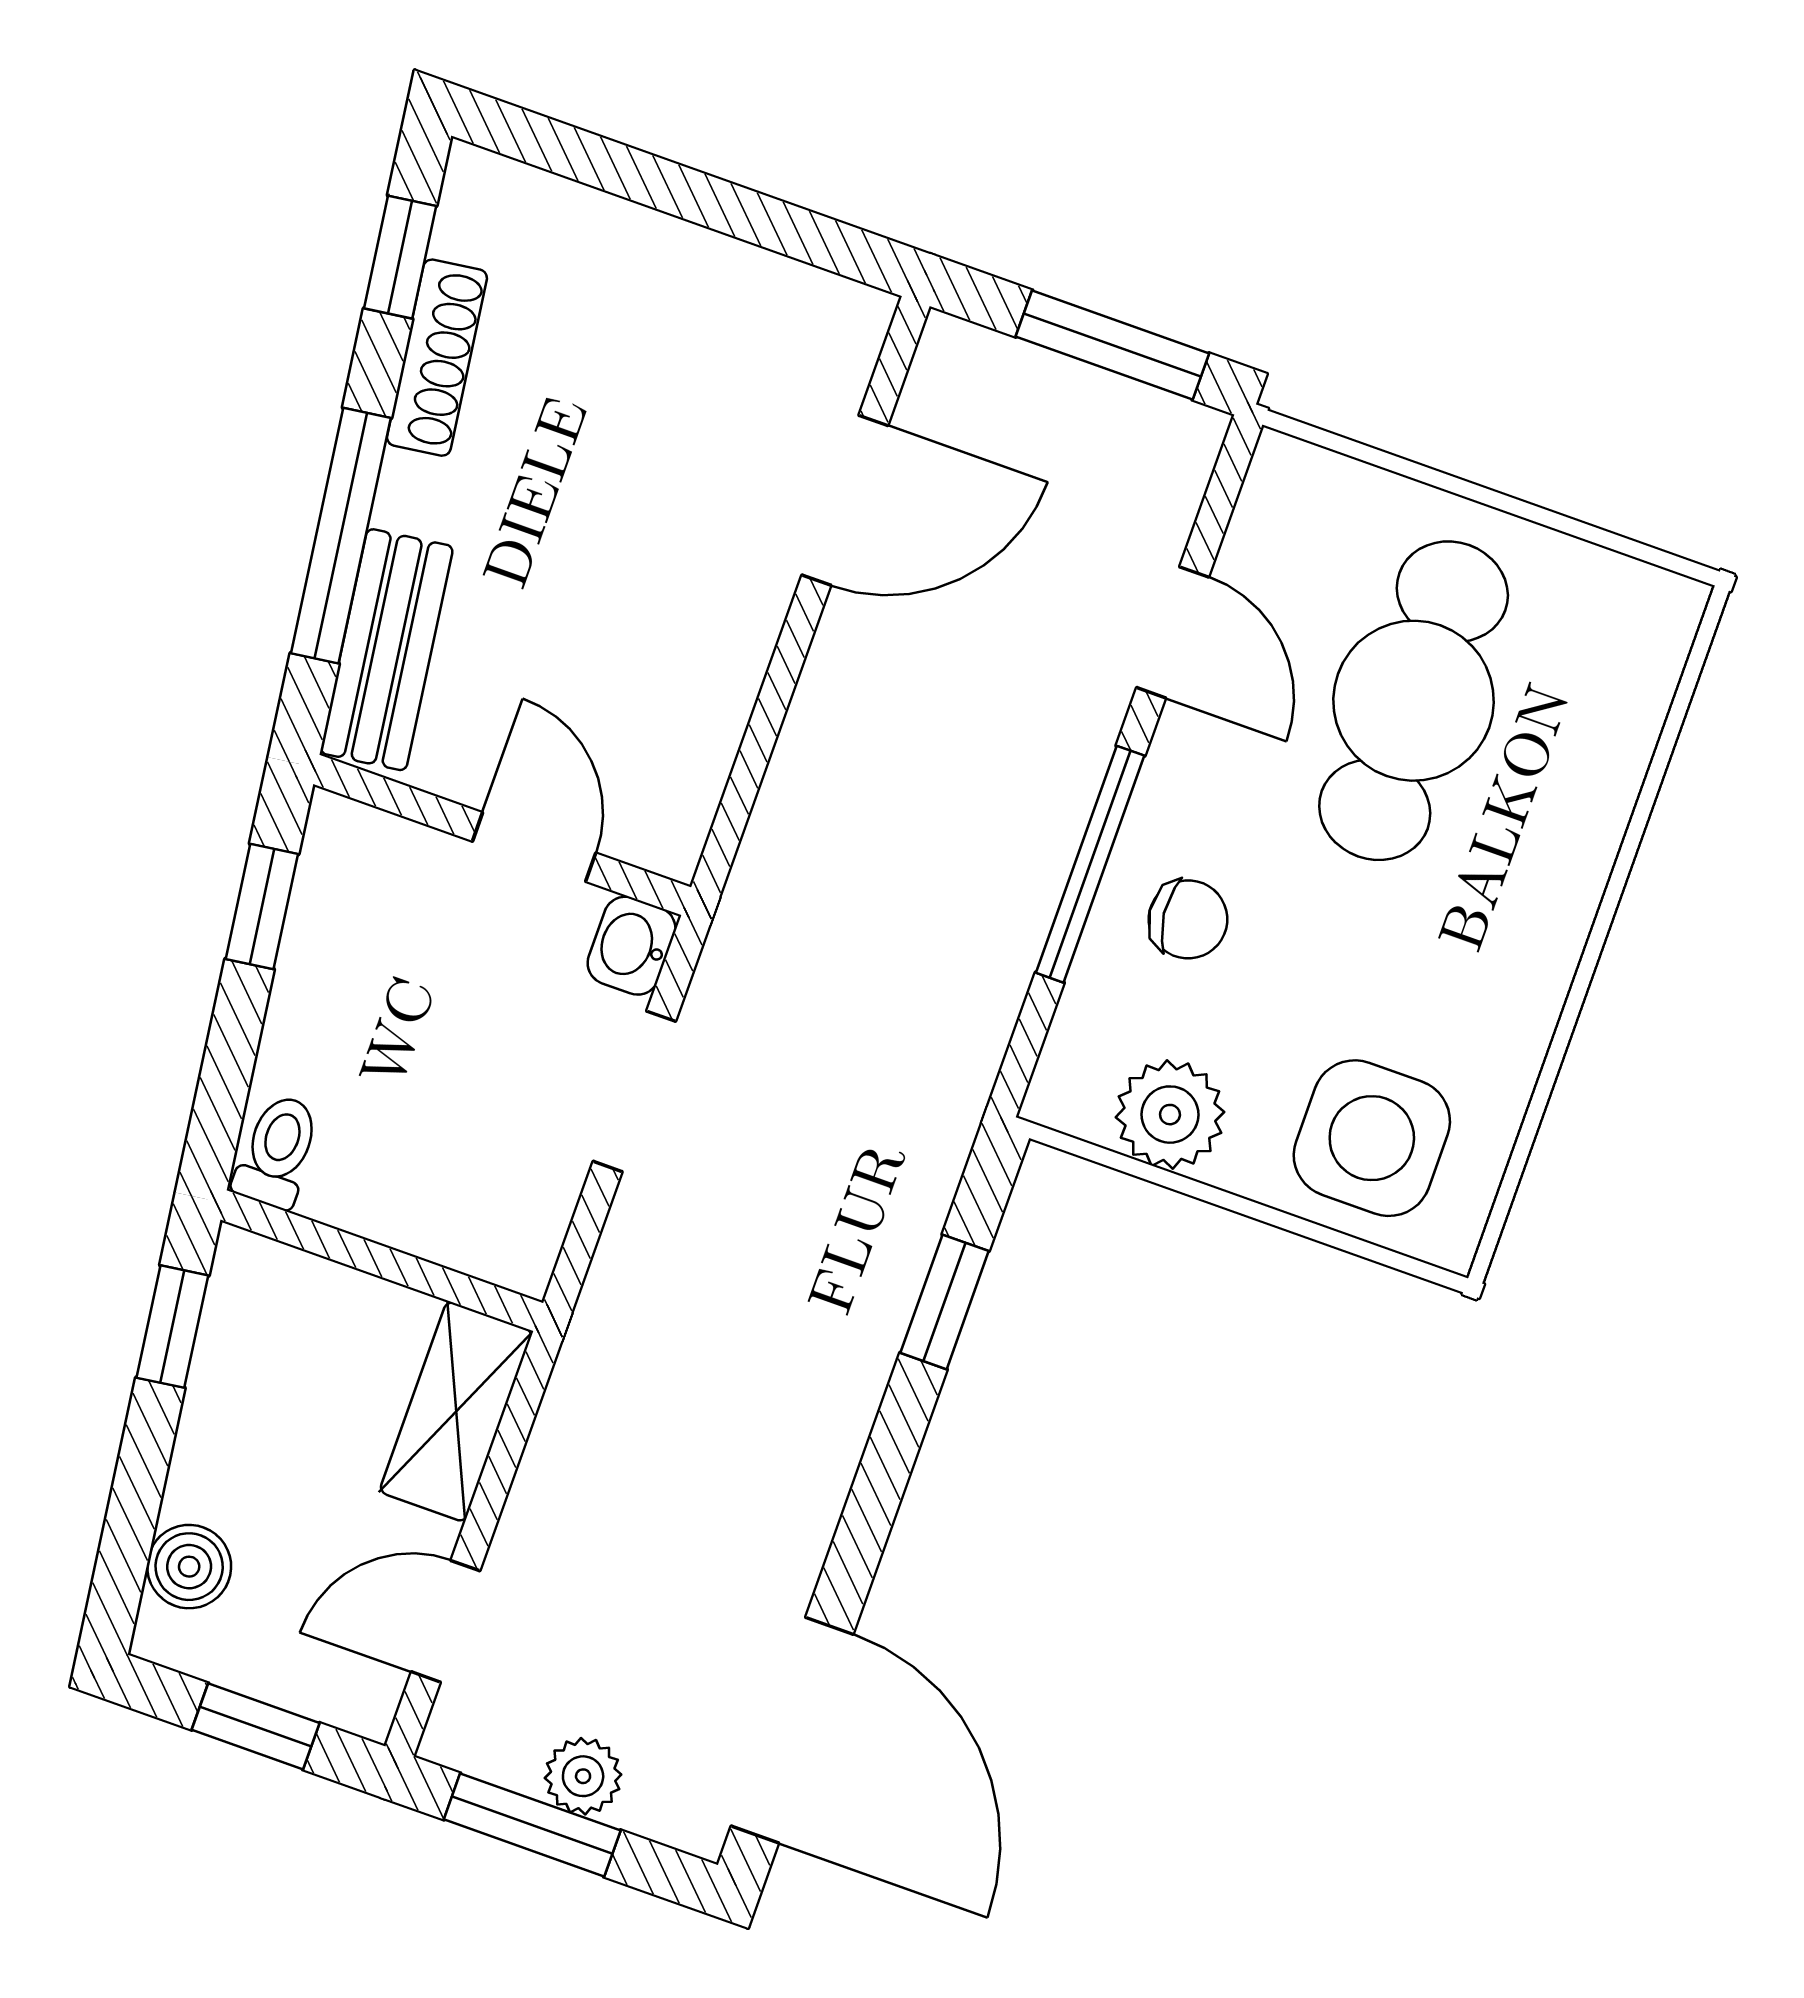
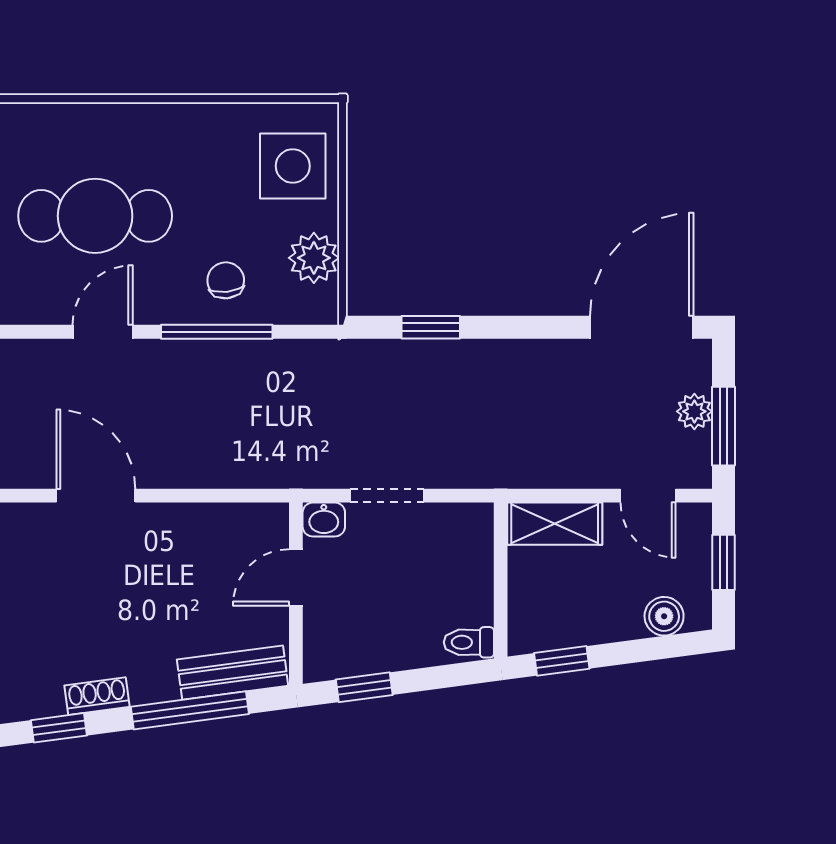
shoe rack: (437, 358) -> (97, 696), width x0.70

